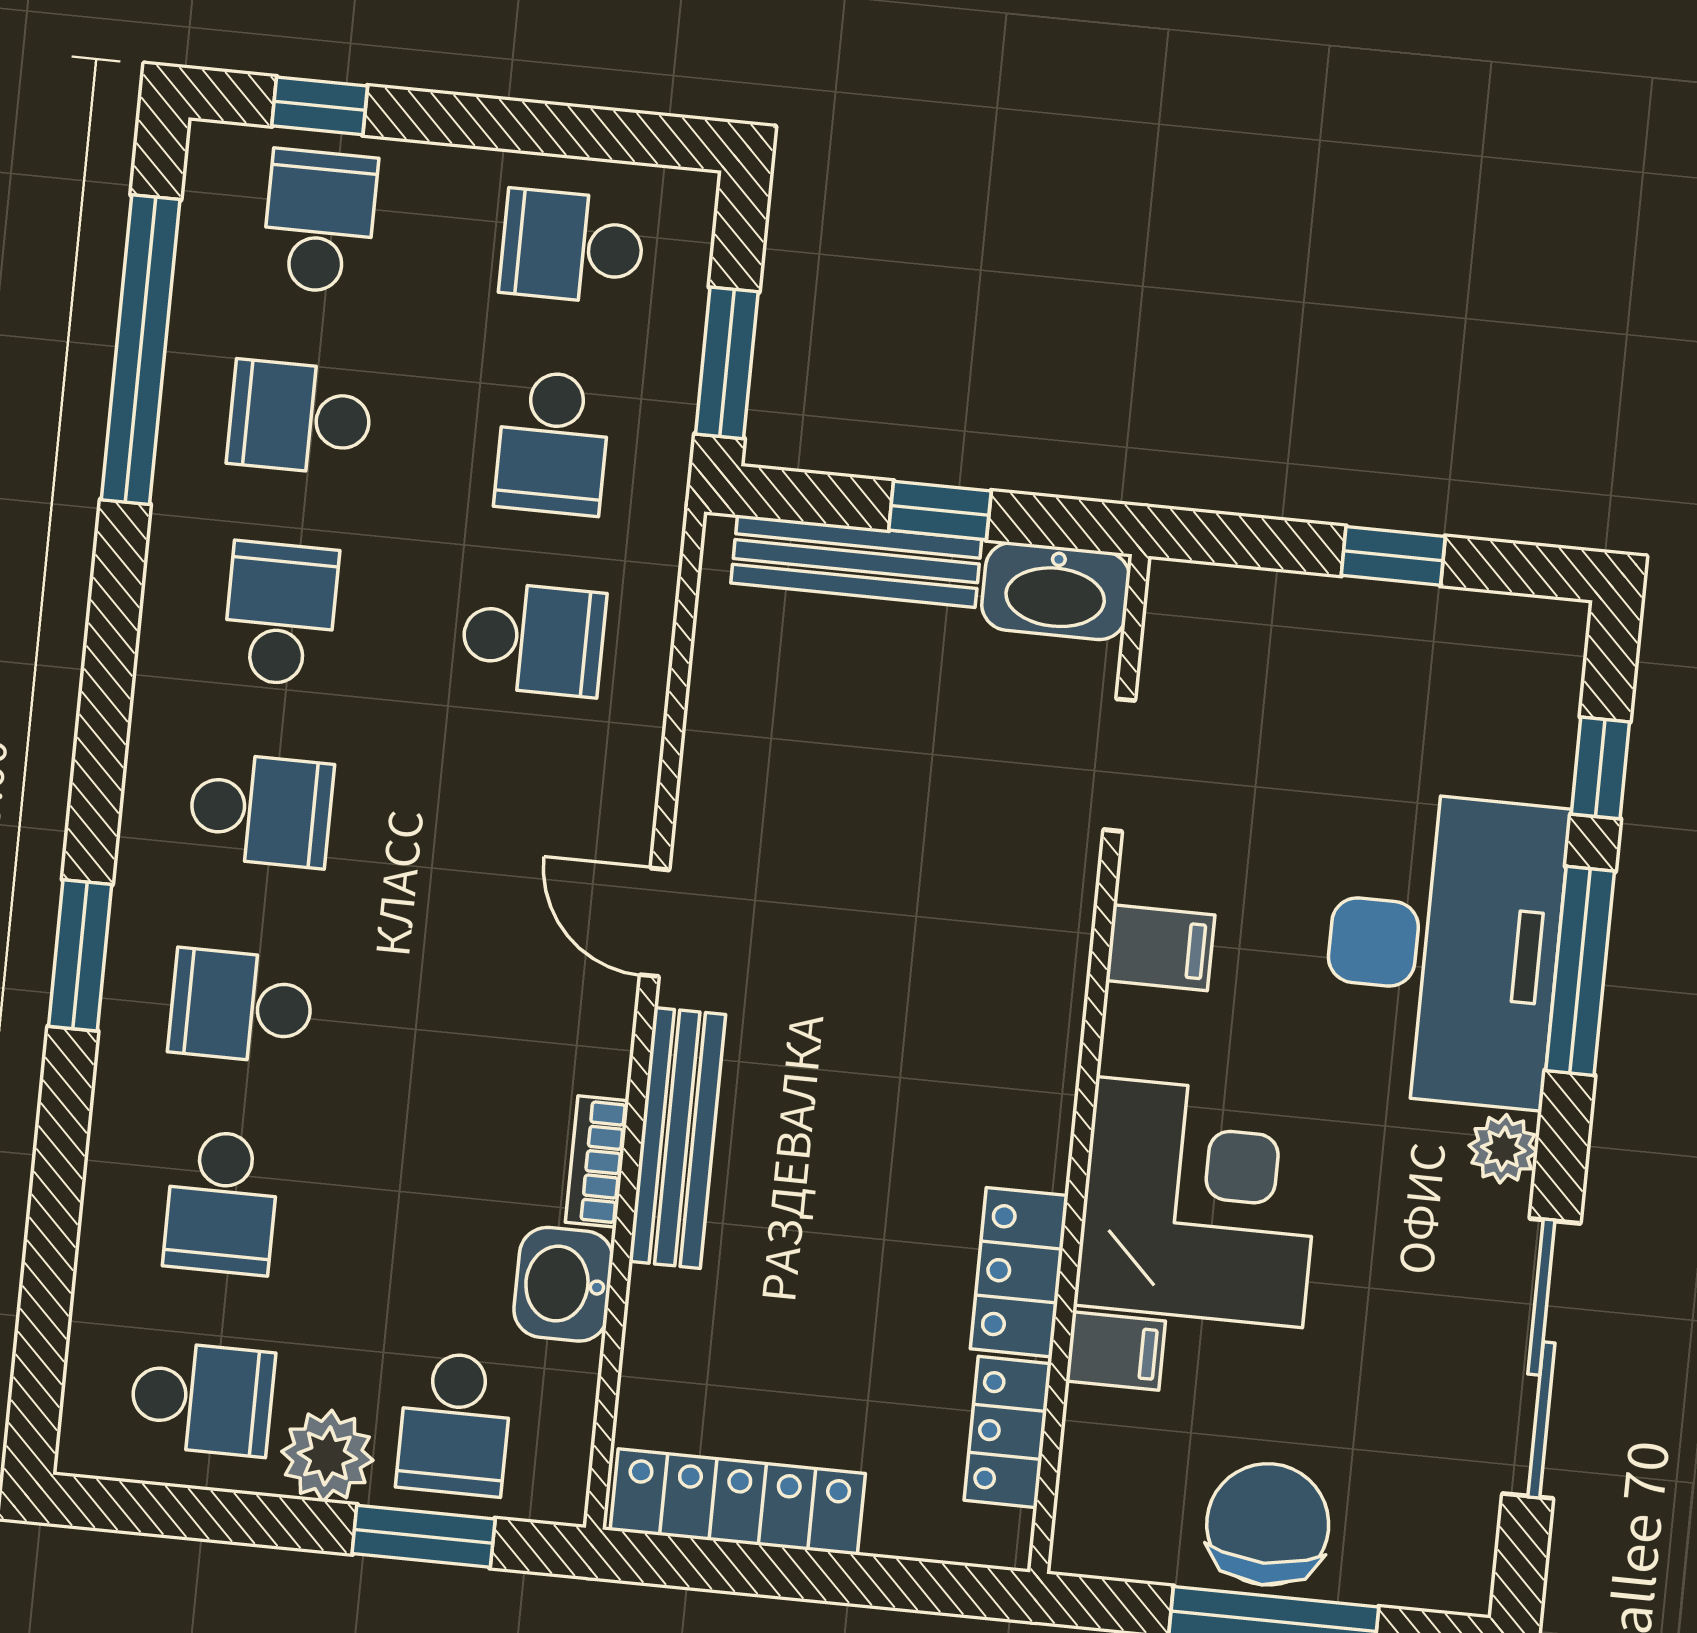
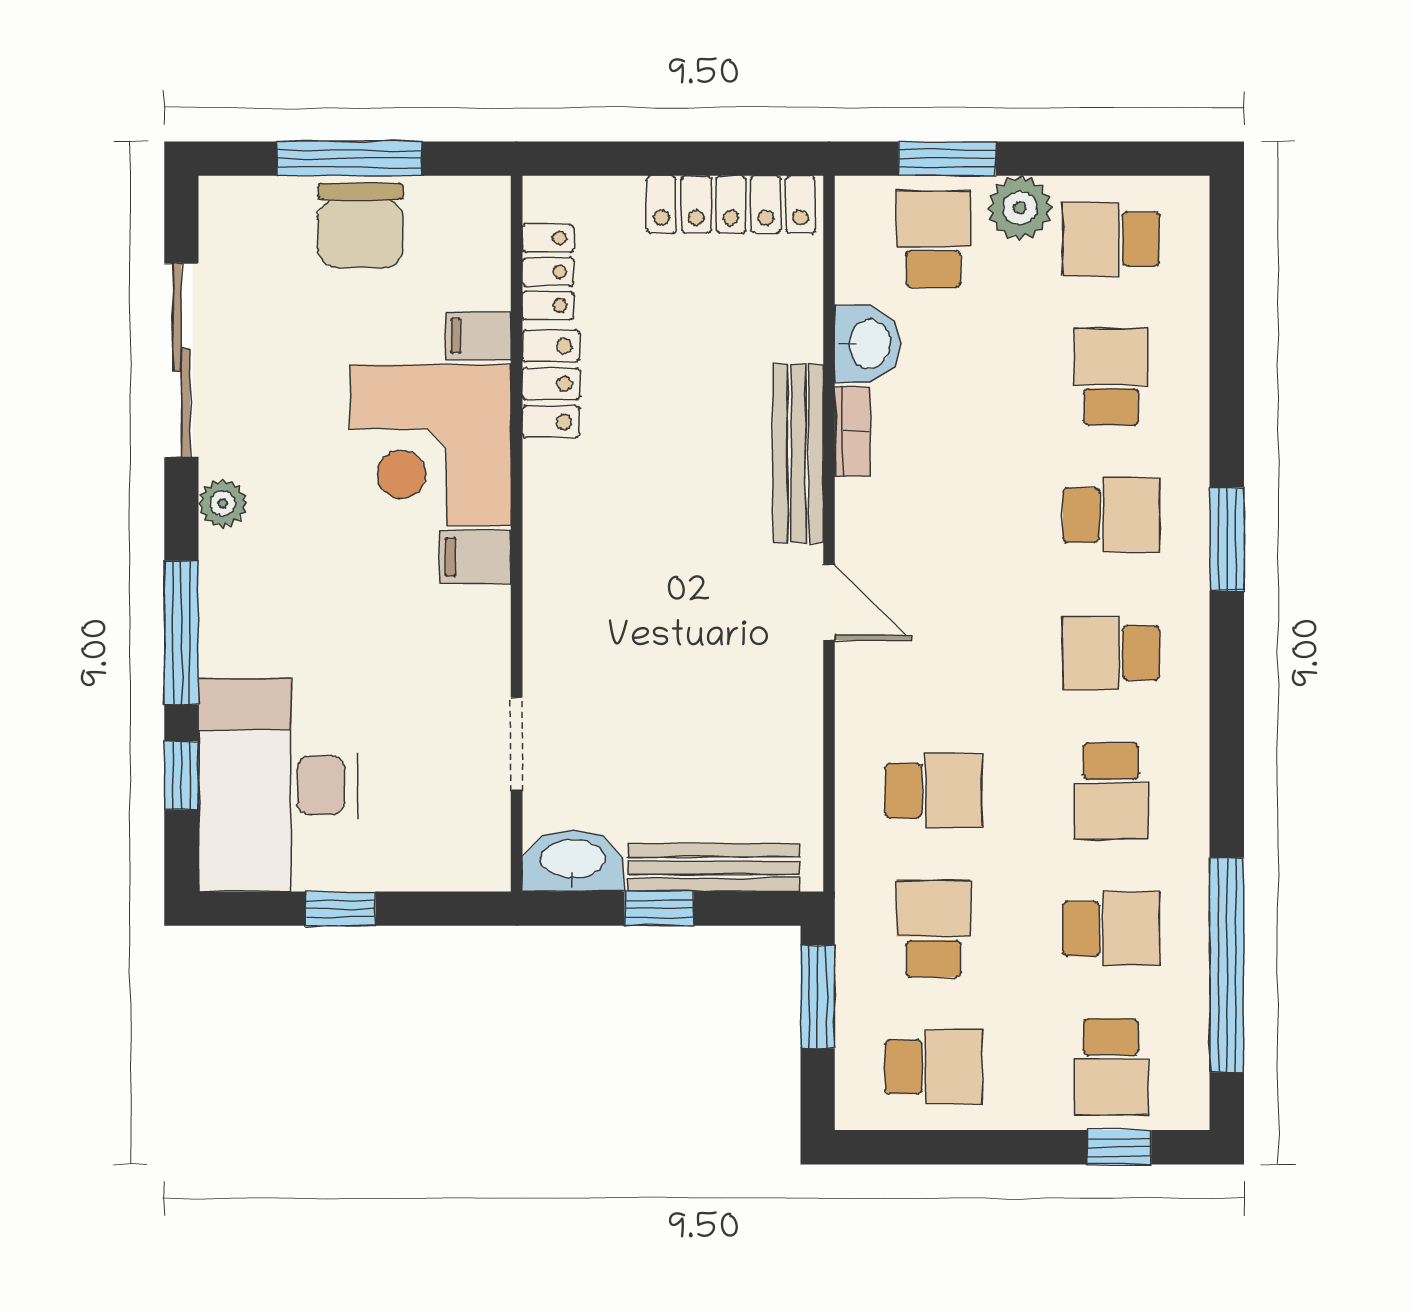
school desk: (533, 639) -> (933, 791), turned 180
filing cabinet: (1160, 948) -> (475, 557), moved
desk: (1444, 949) -> (278, 785), moved

